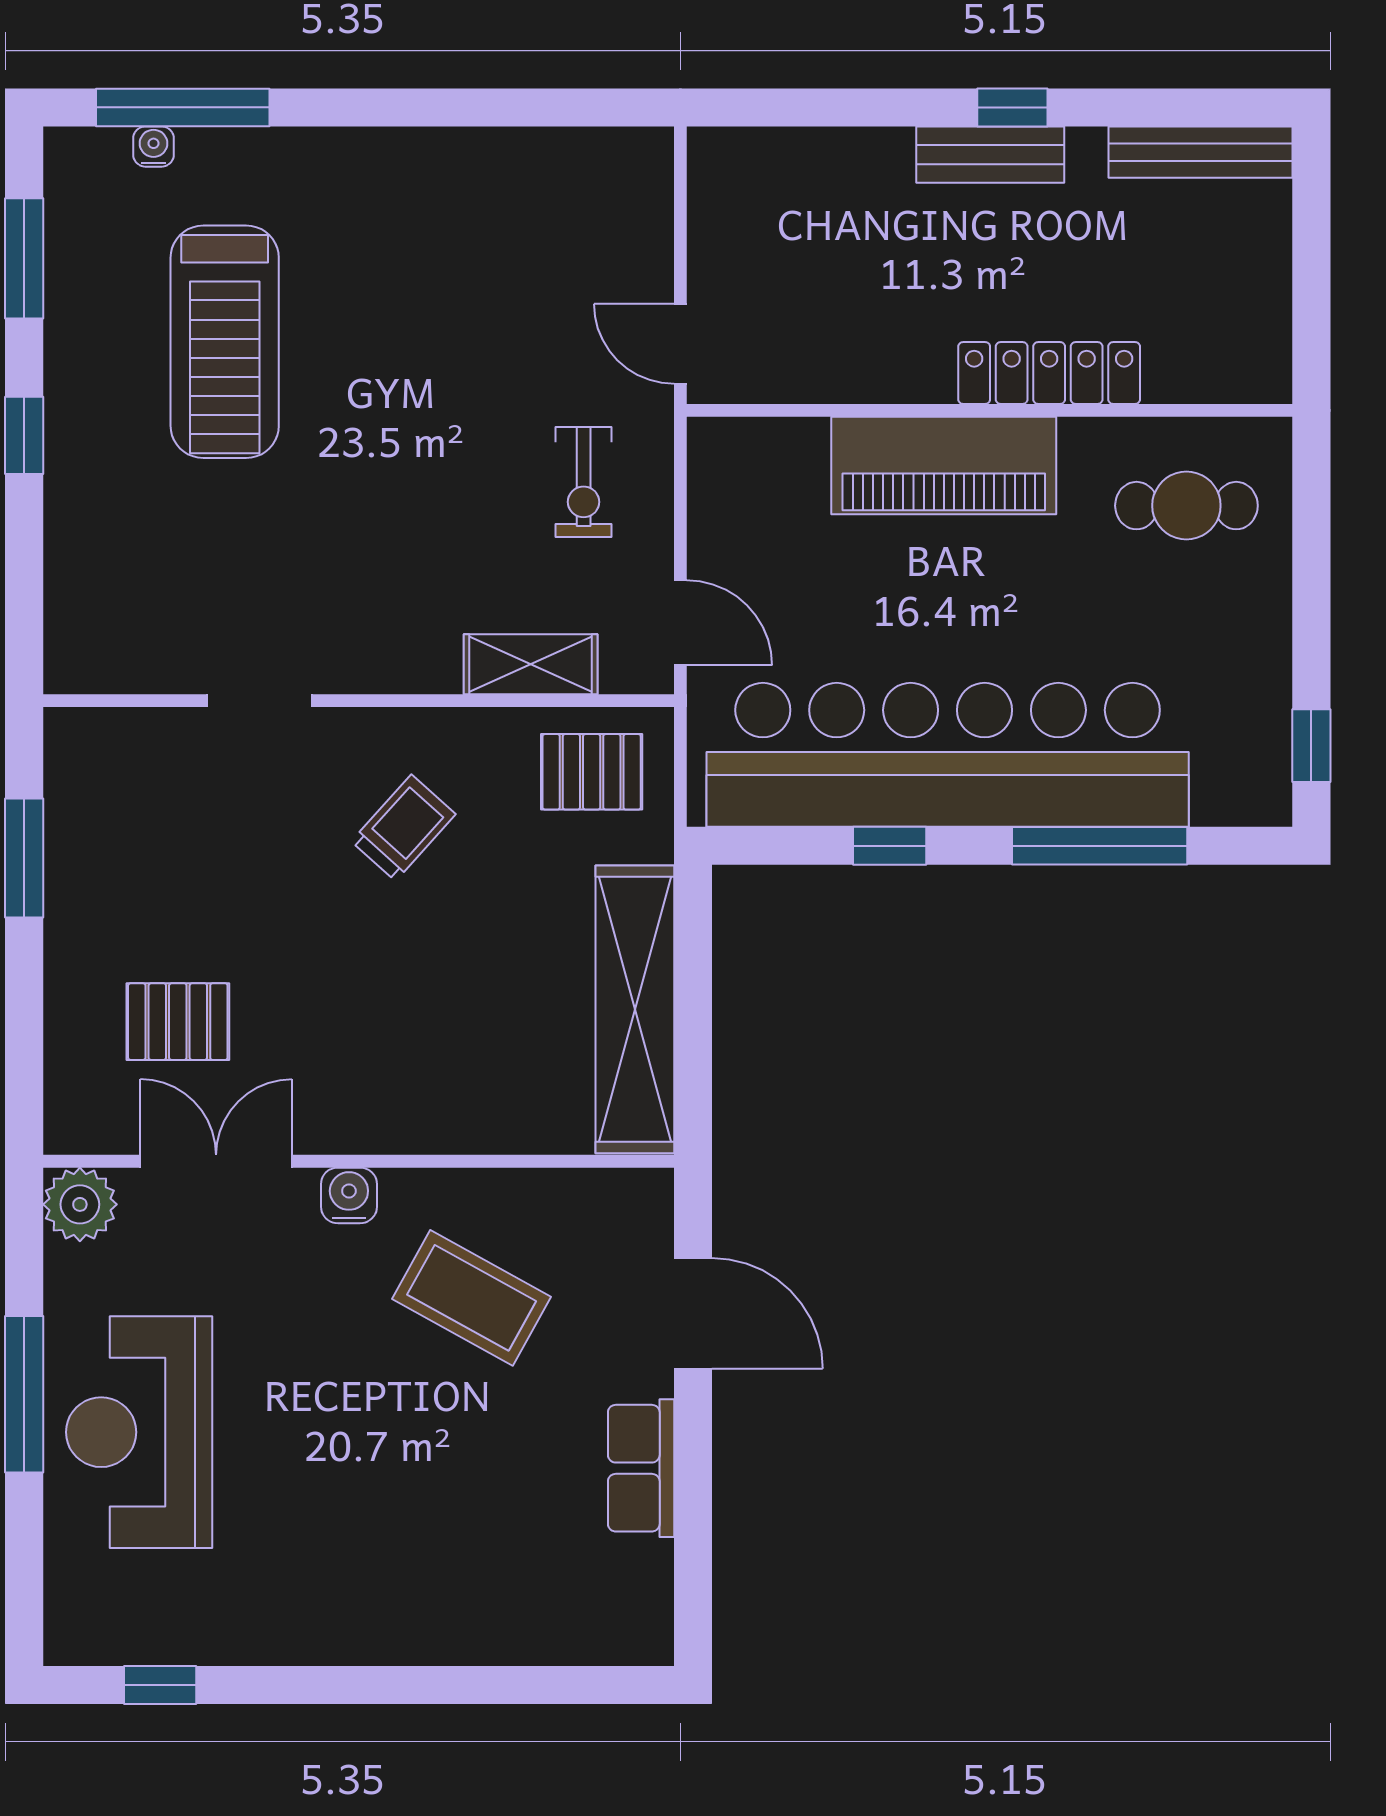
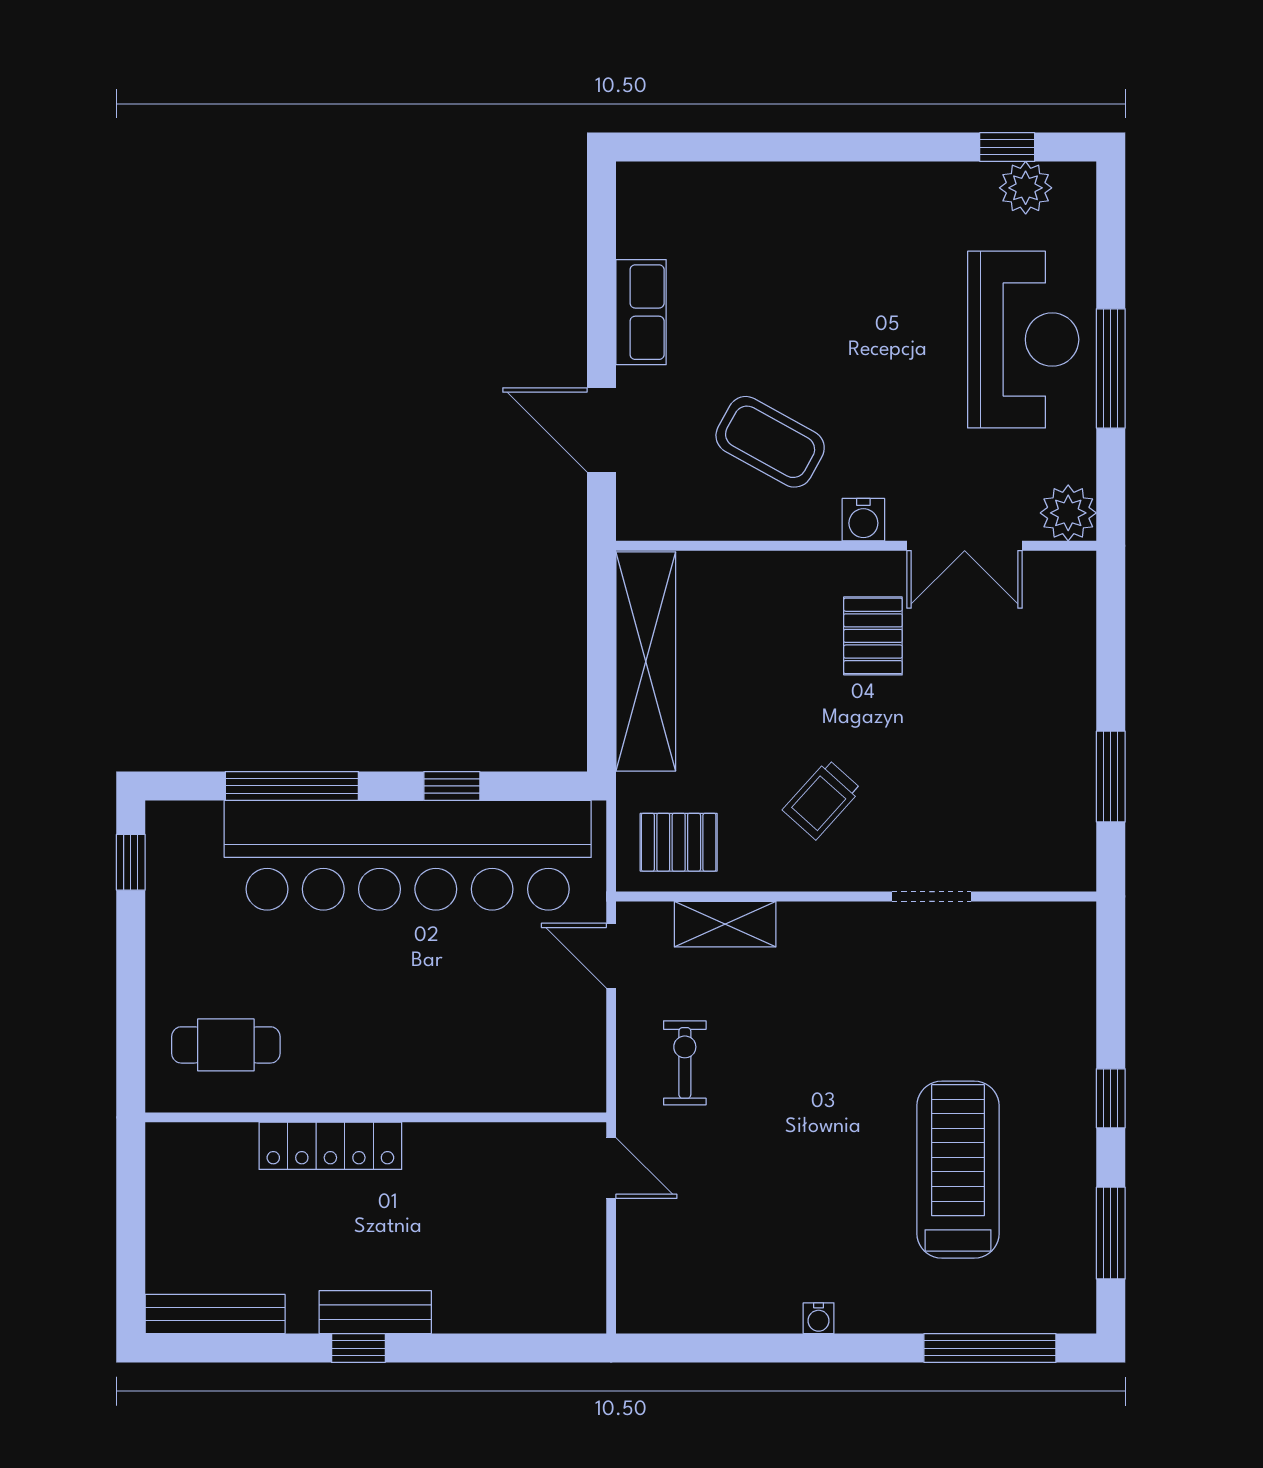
water cooler: (154, 147) -> (819, 1318), moved
piano: (944, 465) -> (411, 1075), removed
pallet: (178, 1022) -> (873, 636), moved, turned 90
plant: (136, 1632) -> (1026, 188), added

